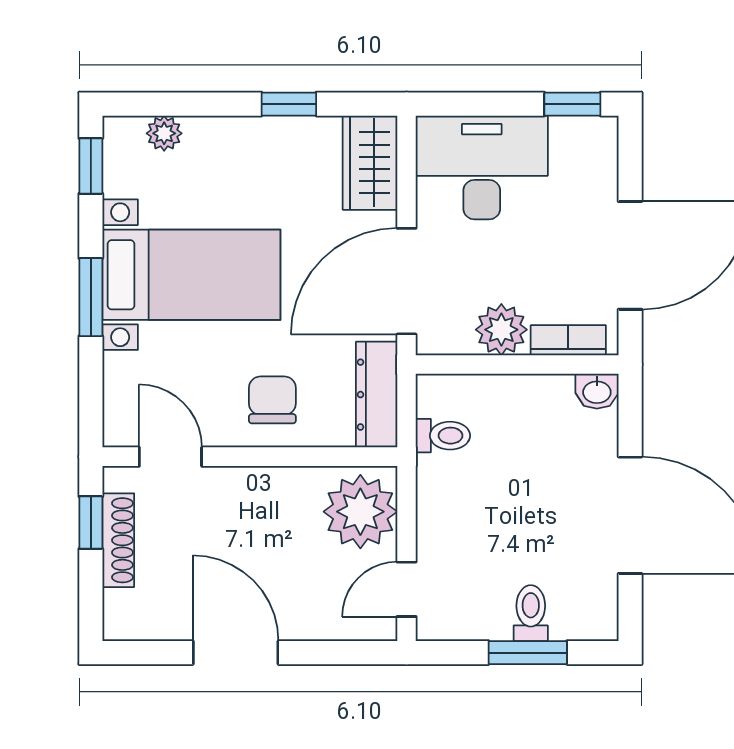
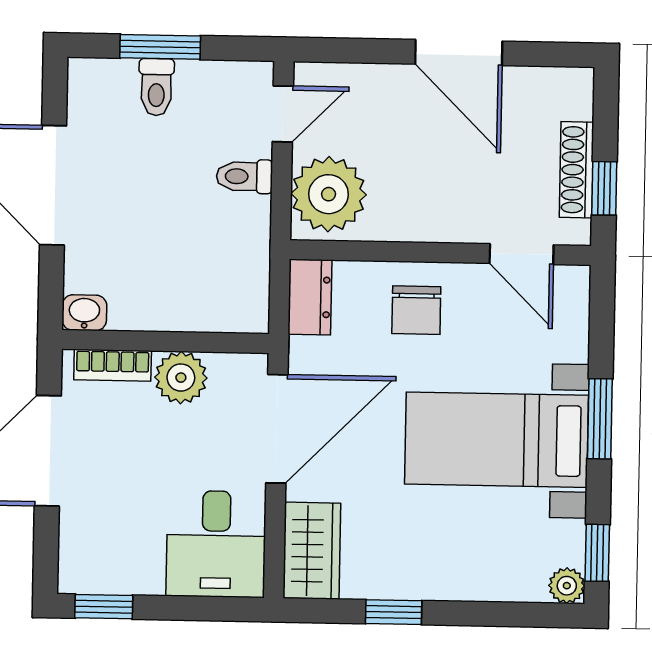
plant: (164, 133) -> (567, 586), moved
desk: (482, 167) -> (216, 544), width x0.73
dresser: (377, 395) -> (310, 297), width x0.70
toilet: (443, 436) -> (244, 176), moved

